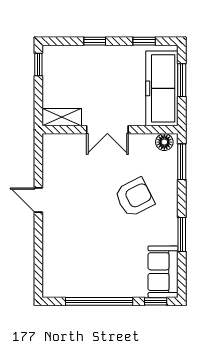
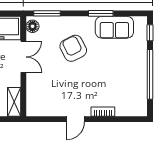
double door: (107, 130) -> (23, 57), moved
bookcase: (49, 237) -> (103, 112), added
sofa: (163, 272) -> (114, 27), moved

